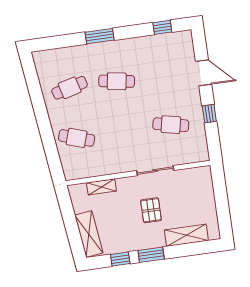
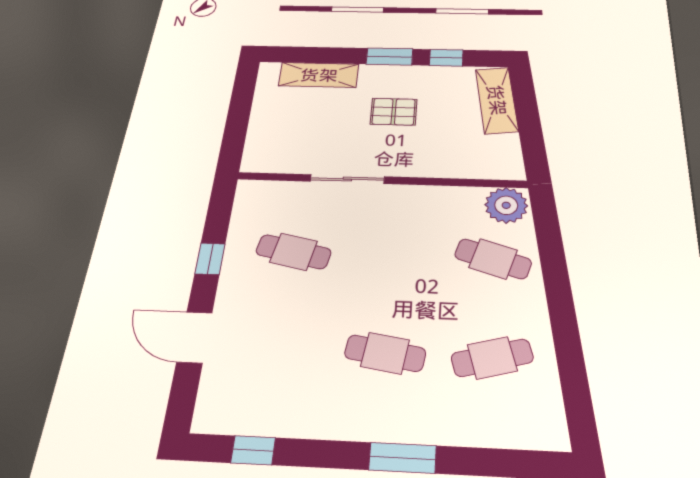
plant: (75, 169) -> (506, 205), added
shelving: (101, 187) -> (458, 168), removed
pallet: (151, 210) -> (394, 112), moved, turned 90

